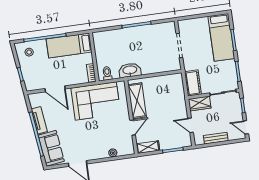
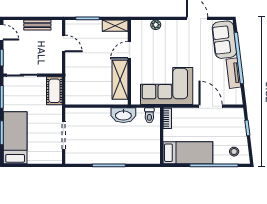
wardrobe: (200, 104) -> (50, 67), removed

